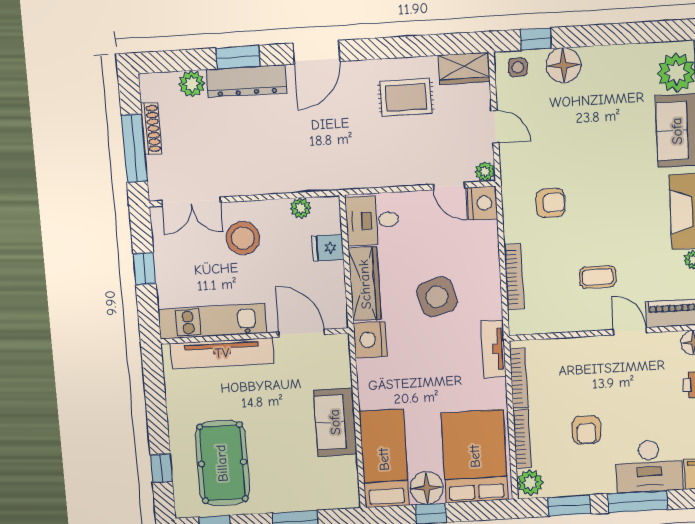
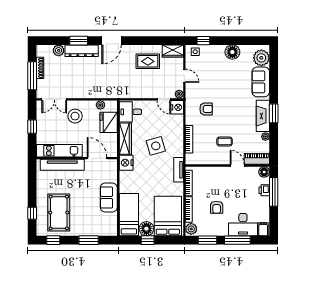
floor lamp: (563, 65) -> (232, 52), moved
fridge: (328, 248) -> (109, 122), width x1.88, depth x1.34

